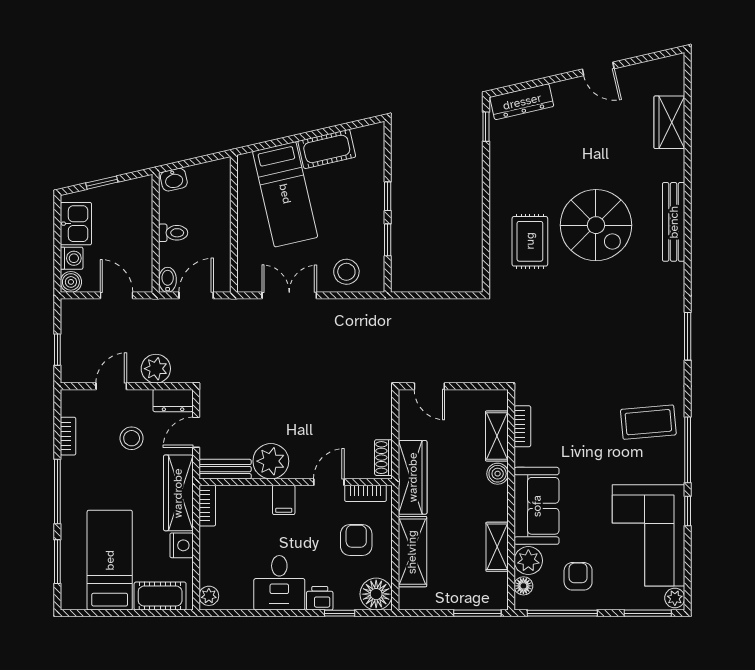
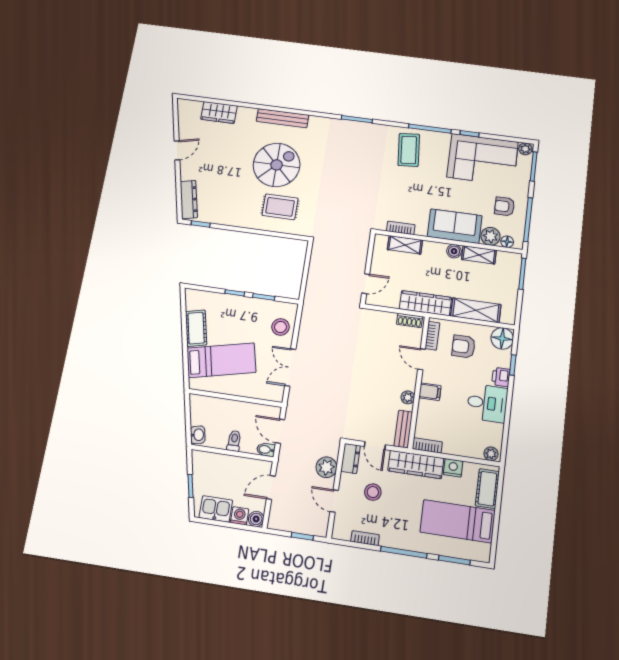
plant: (271, 461) -> (408, 397), width x0.53, depth x0.53
boiler: (498, 474) -> (454, 251), moved

